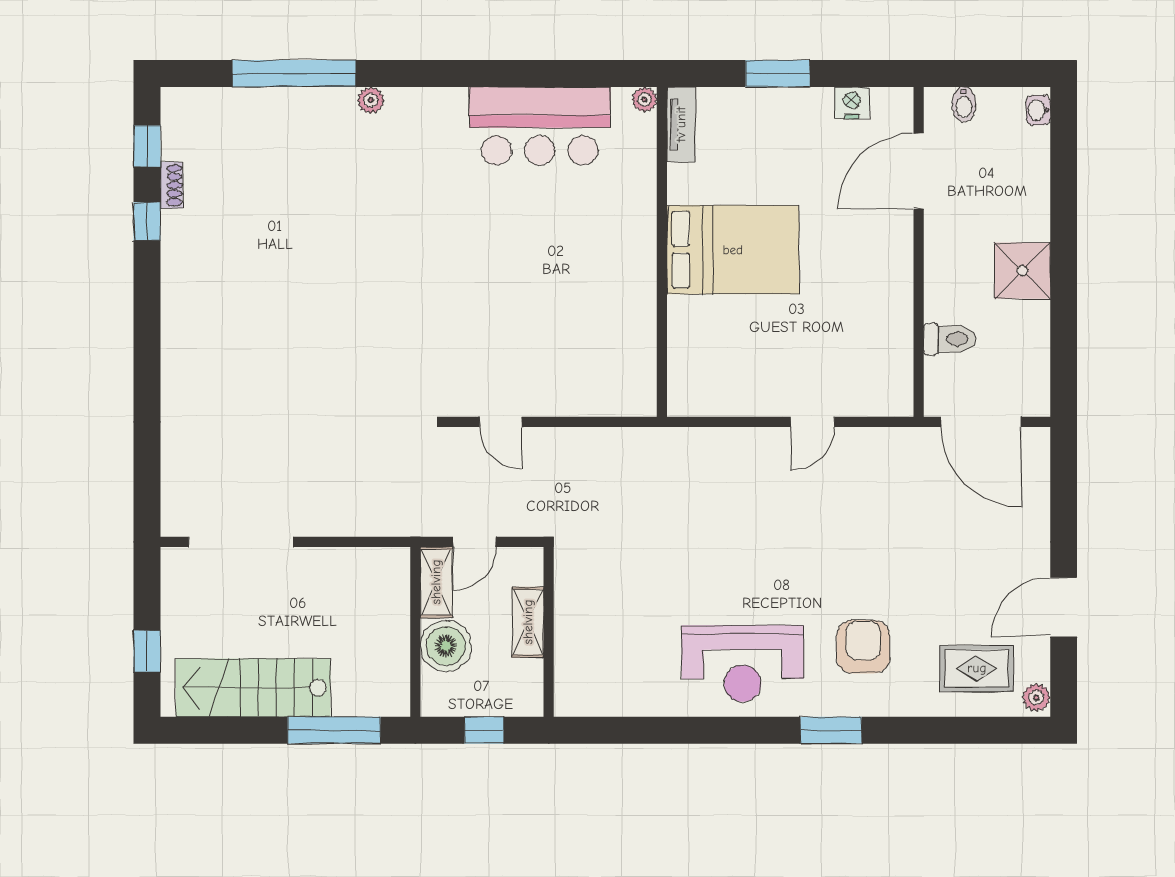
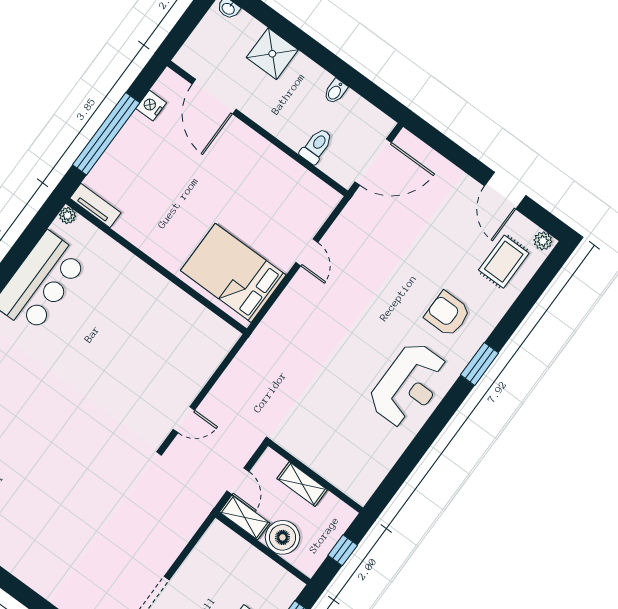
window: (778, 74) -> (106, 134), width x2.11
bidet: (964, 104) -> (335, 91), moved, turned 90
bed: (733, 250) -> (233, 273), moved, turned -90
shower: (1022, 271) -> (272, 54), moved

